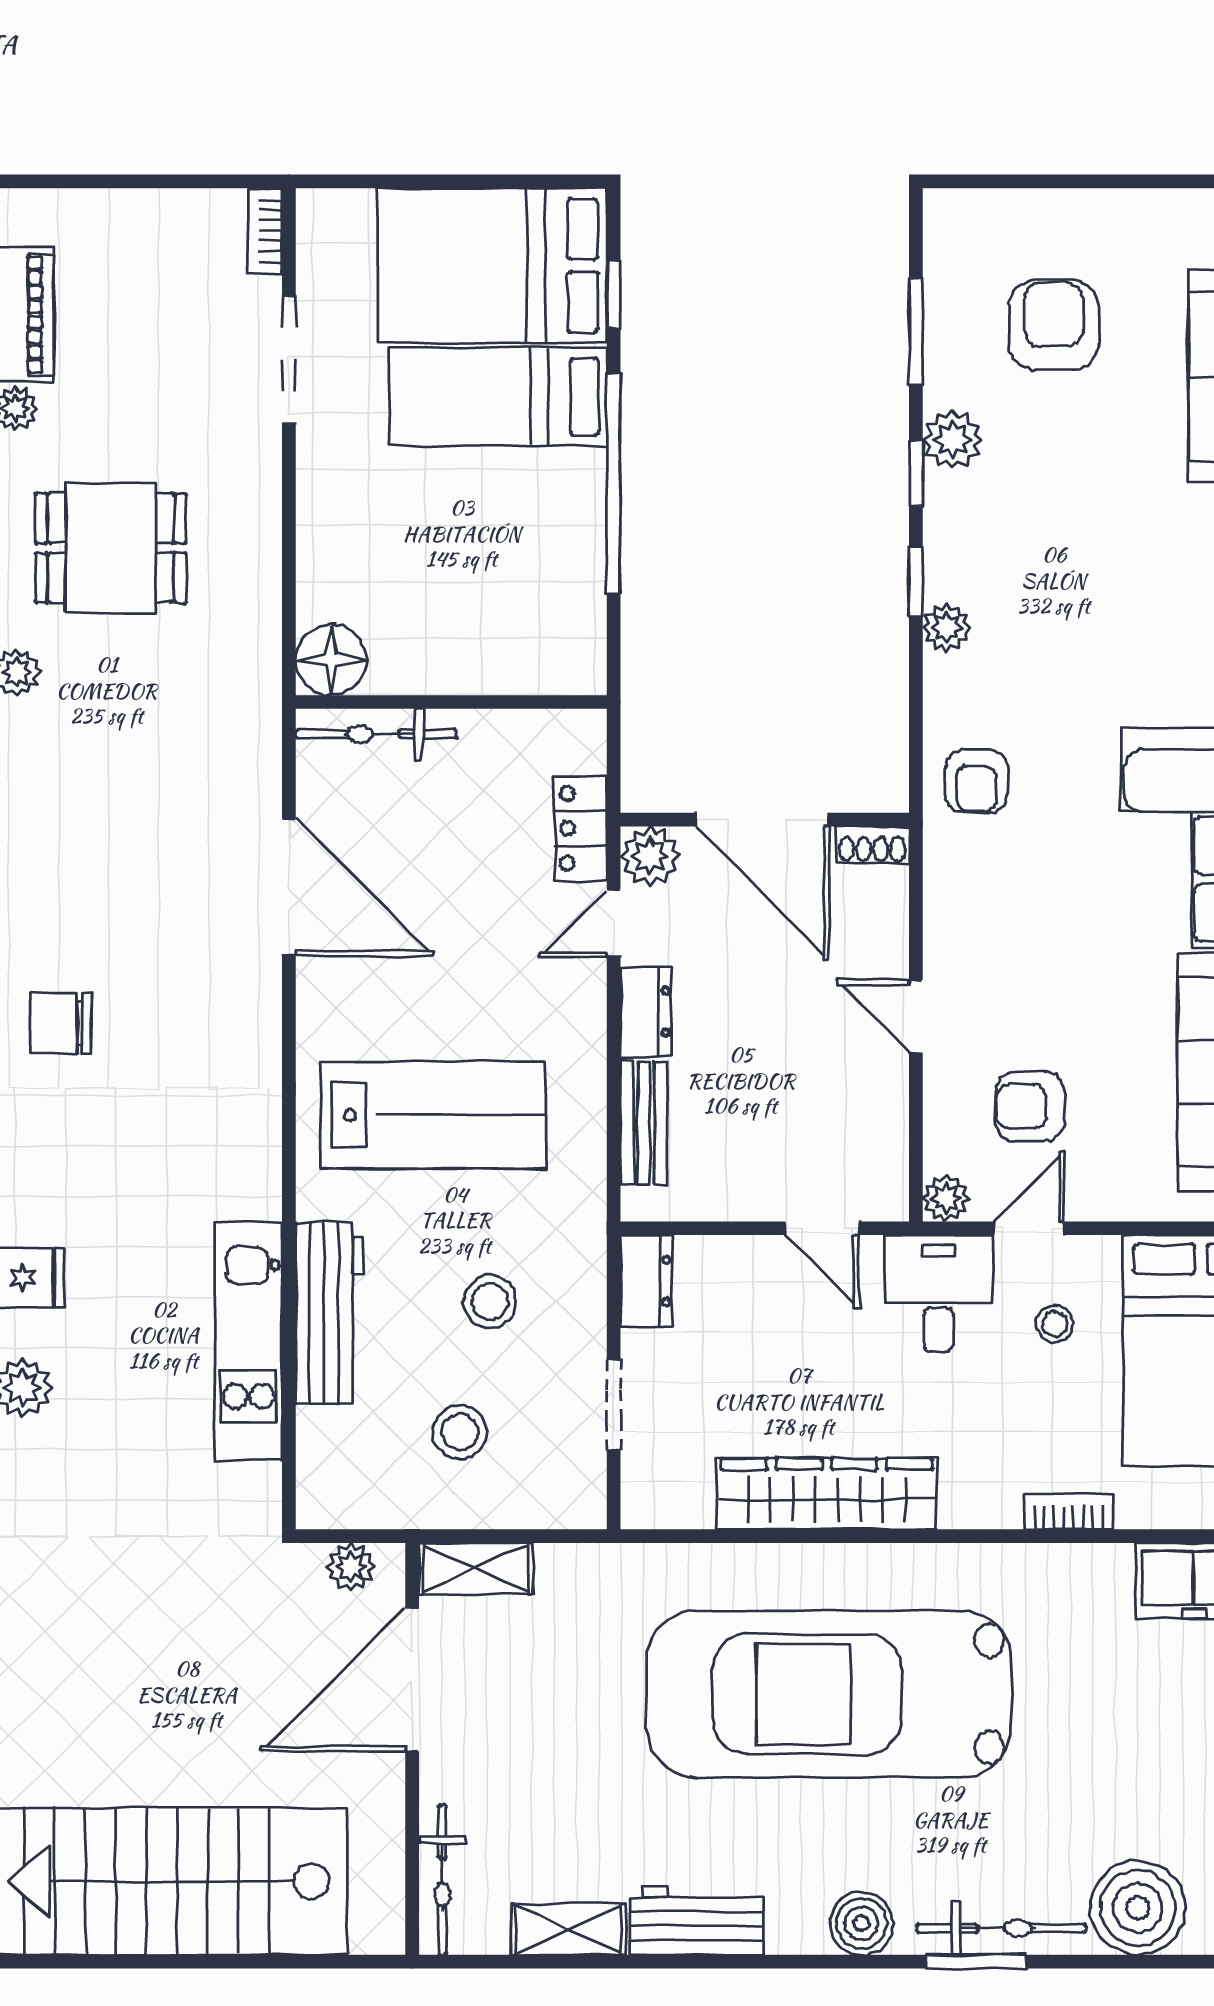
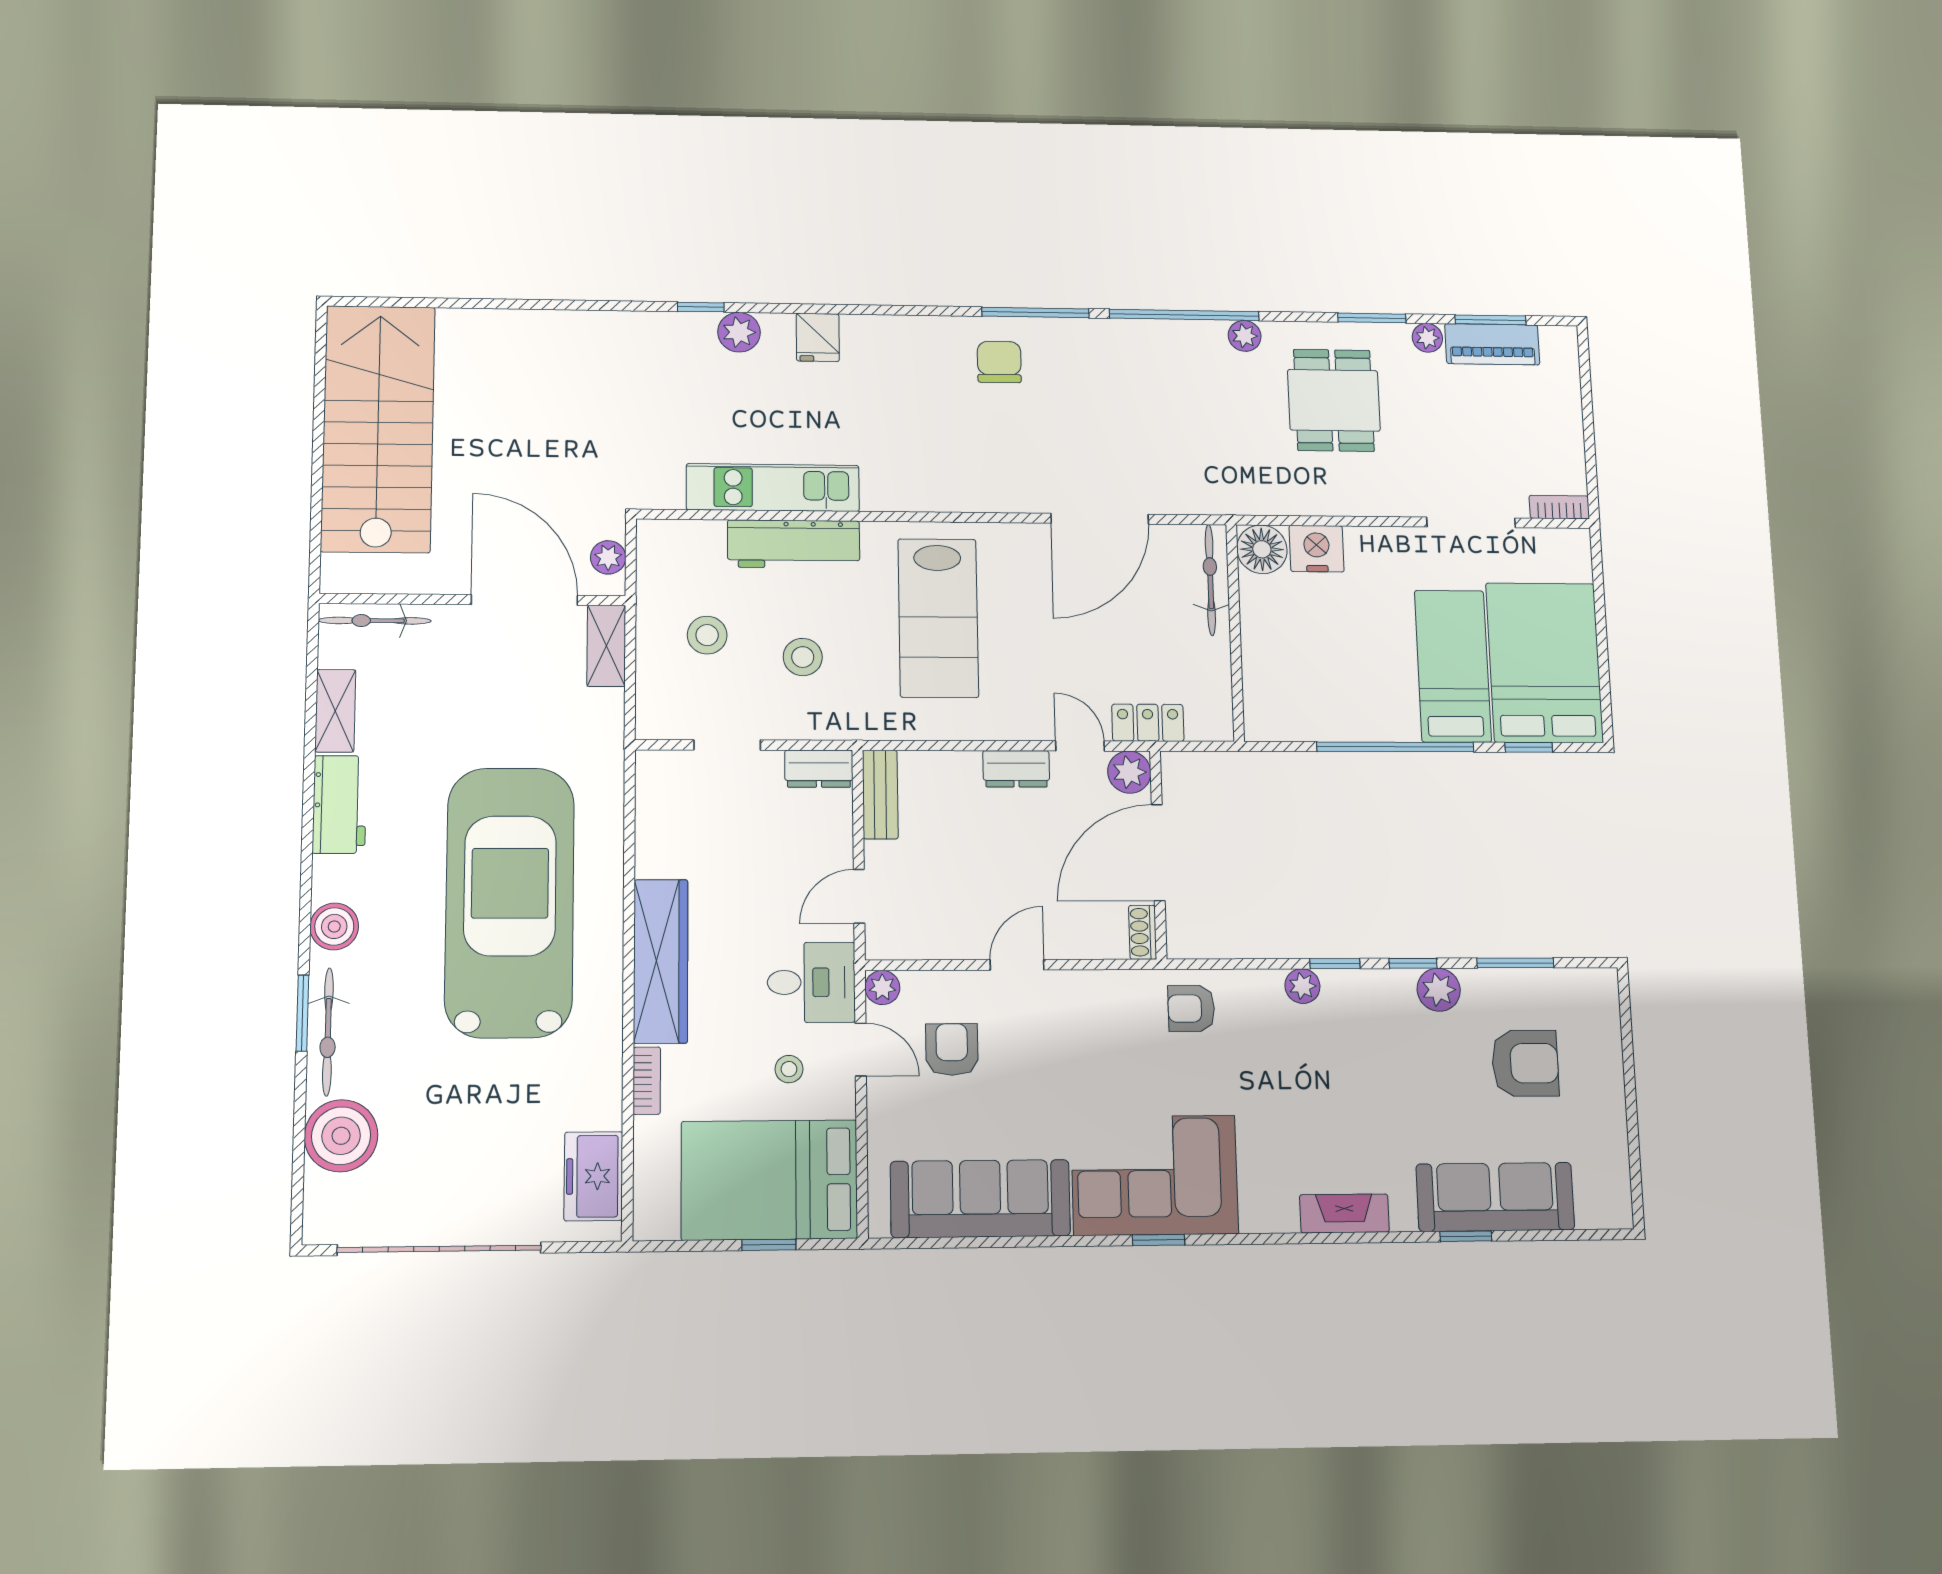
nightstand: (329, 582) -> (1317, 549), added
bench: (644, 1123) -> (880, 795), moved, turned 90
wardrobe: (827, 1494) -> (661, 961), moved

